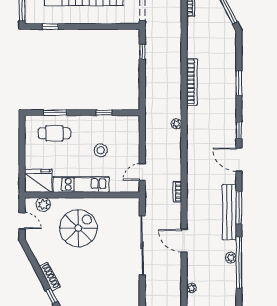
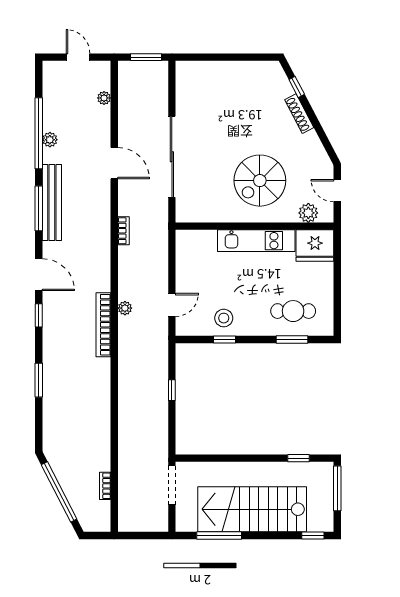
window: (142, 52) -> (172, 390), moved
bookcase: (192, 82) -> (103, 325), moved
plant: (176, 124) -> (125, 308), moved
stool: (101, 150) -> (224, 318), moved
door: (142, 172) -> (172, 305), moved

